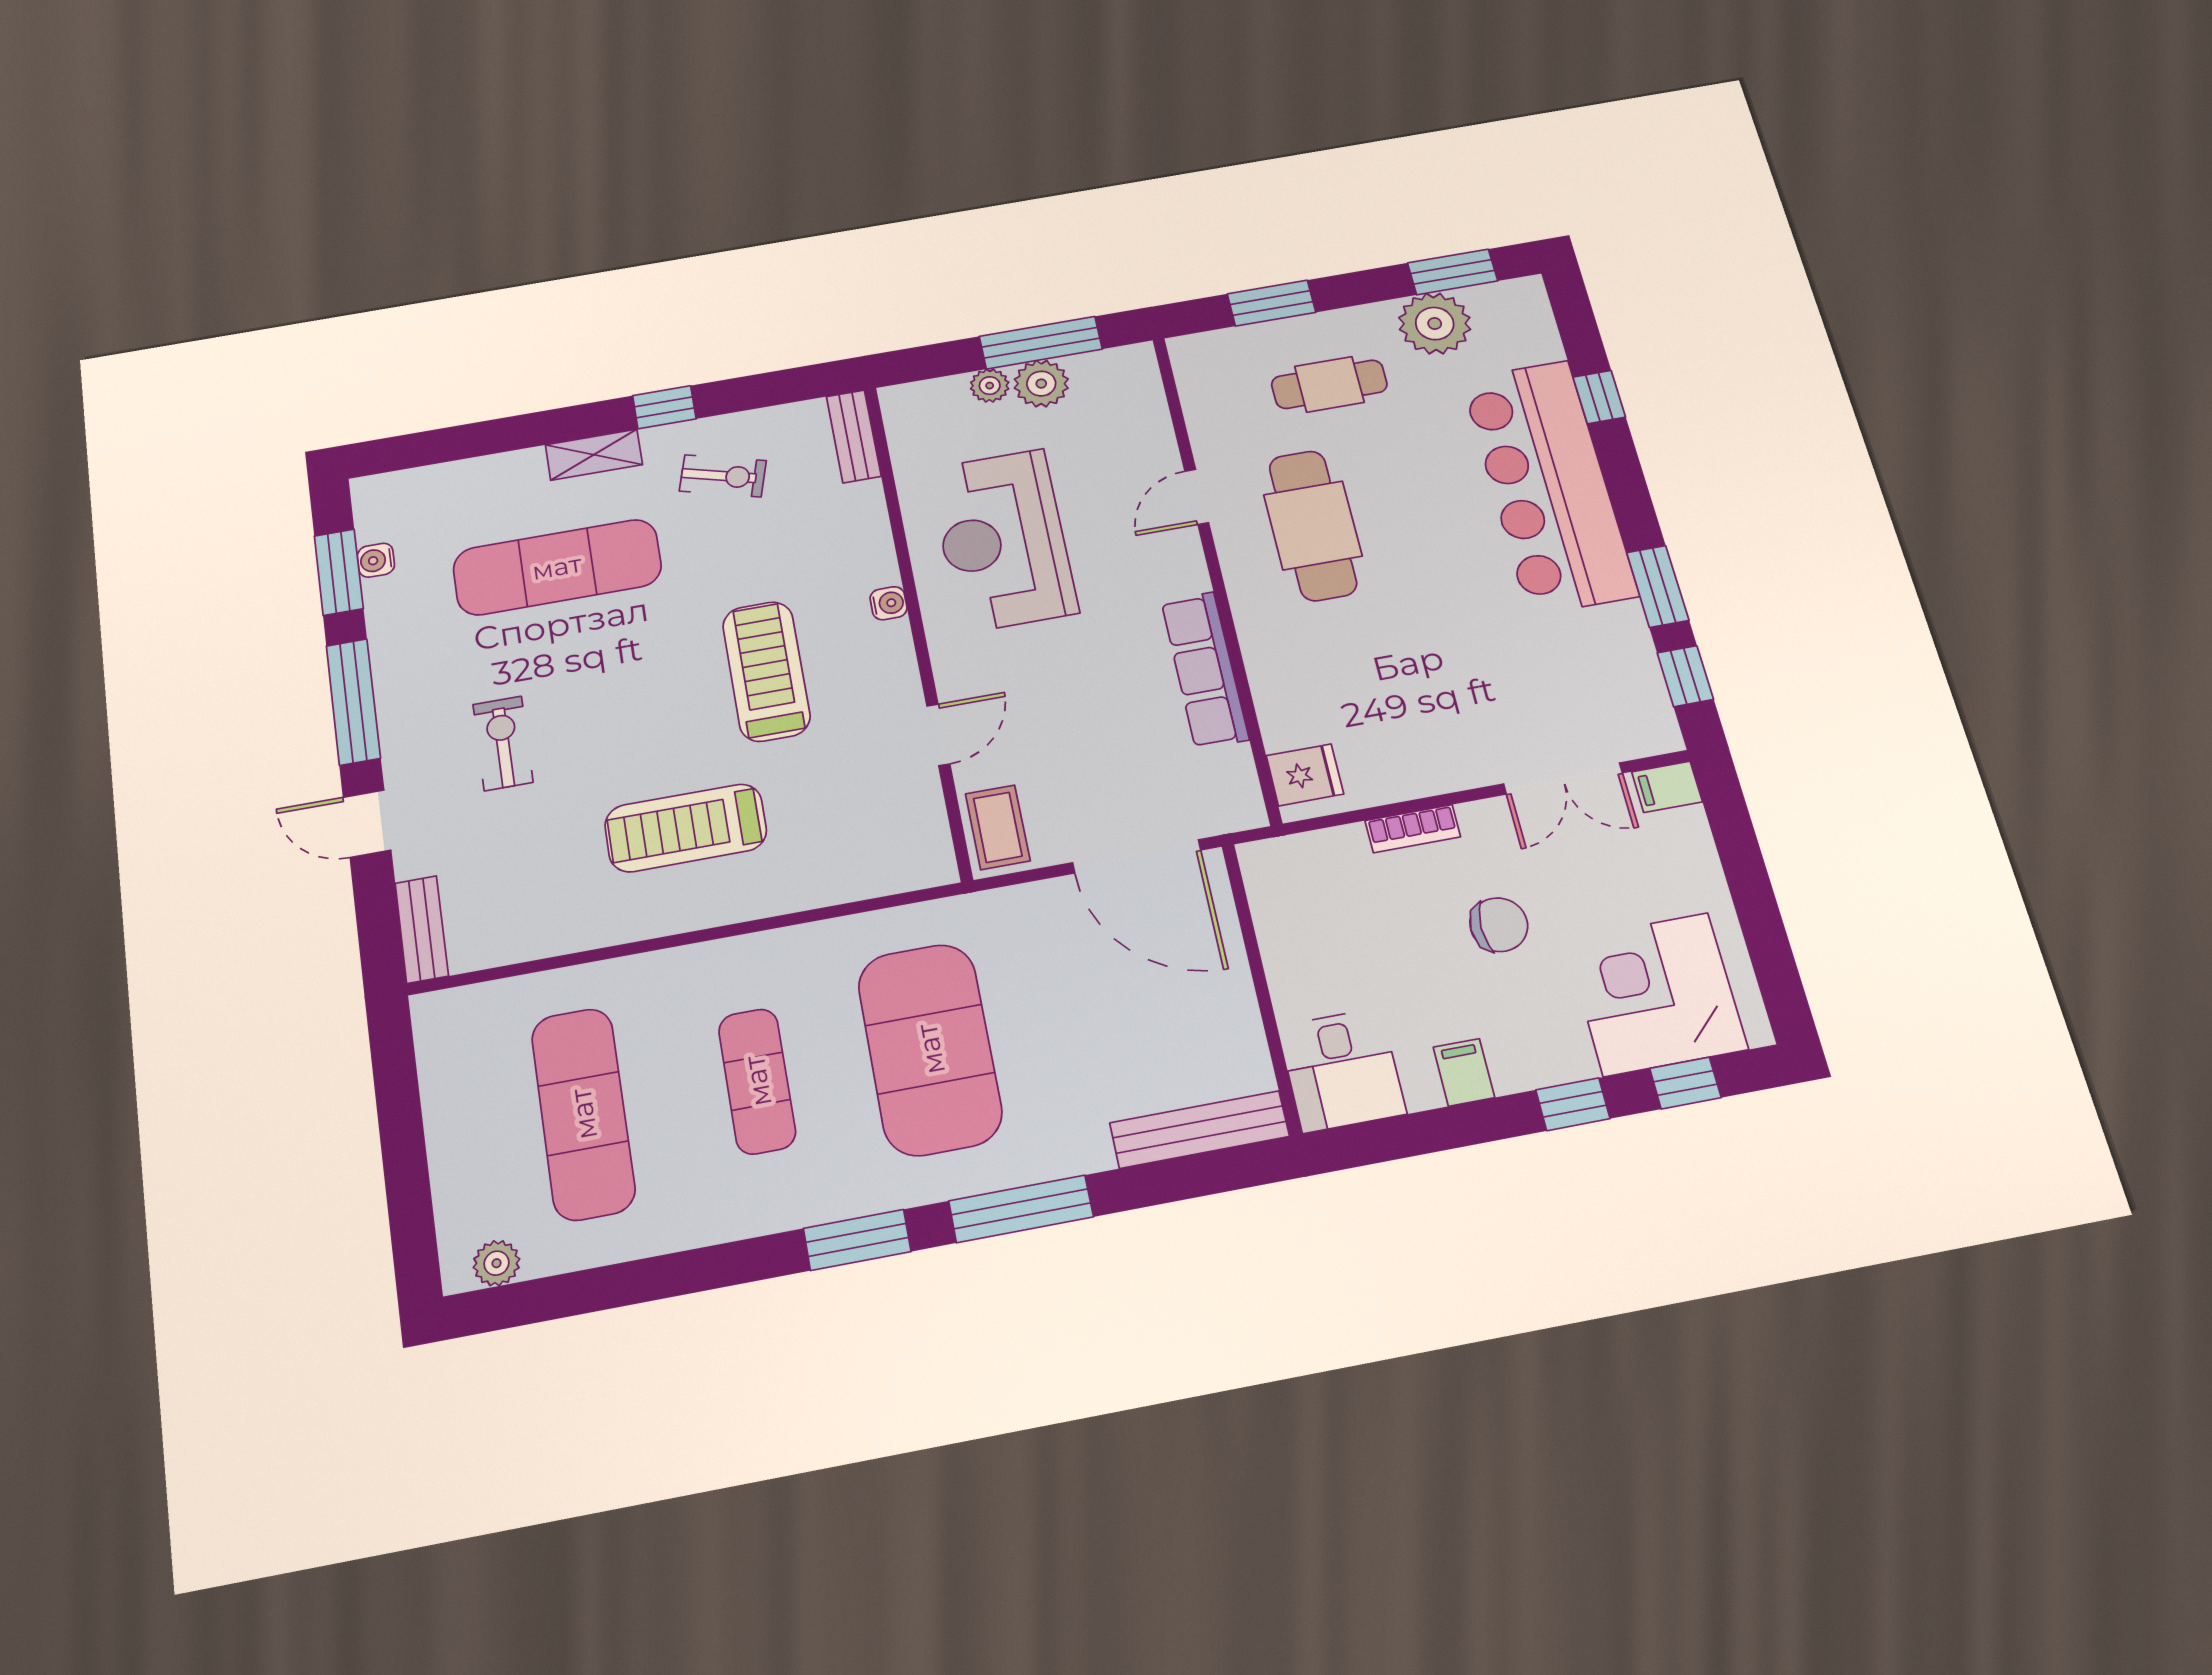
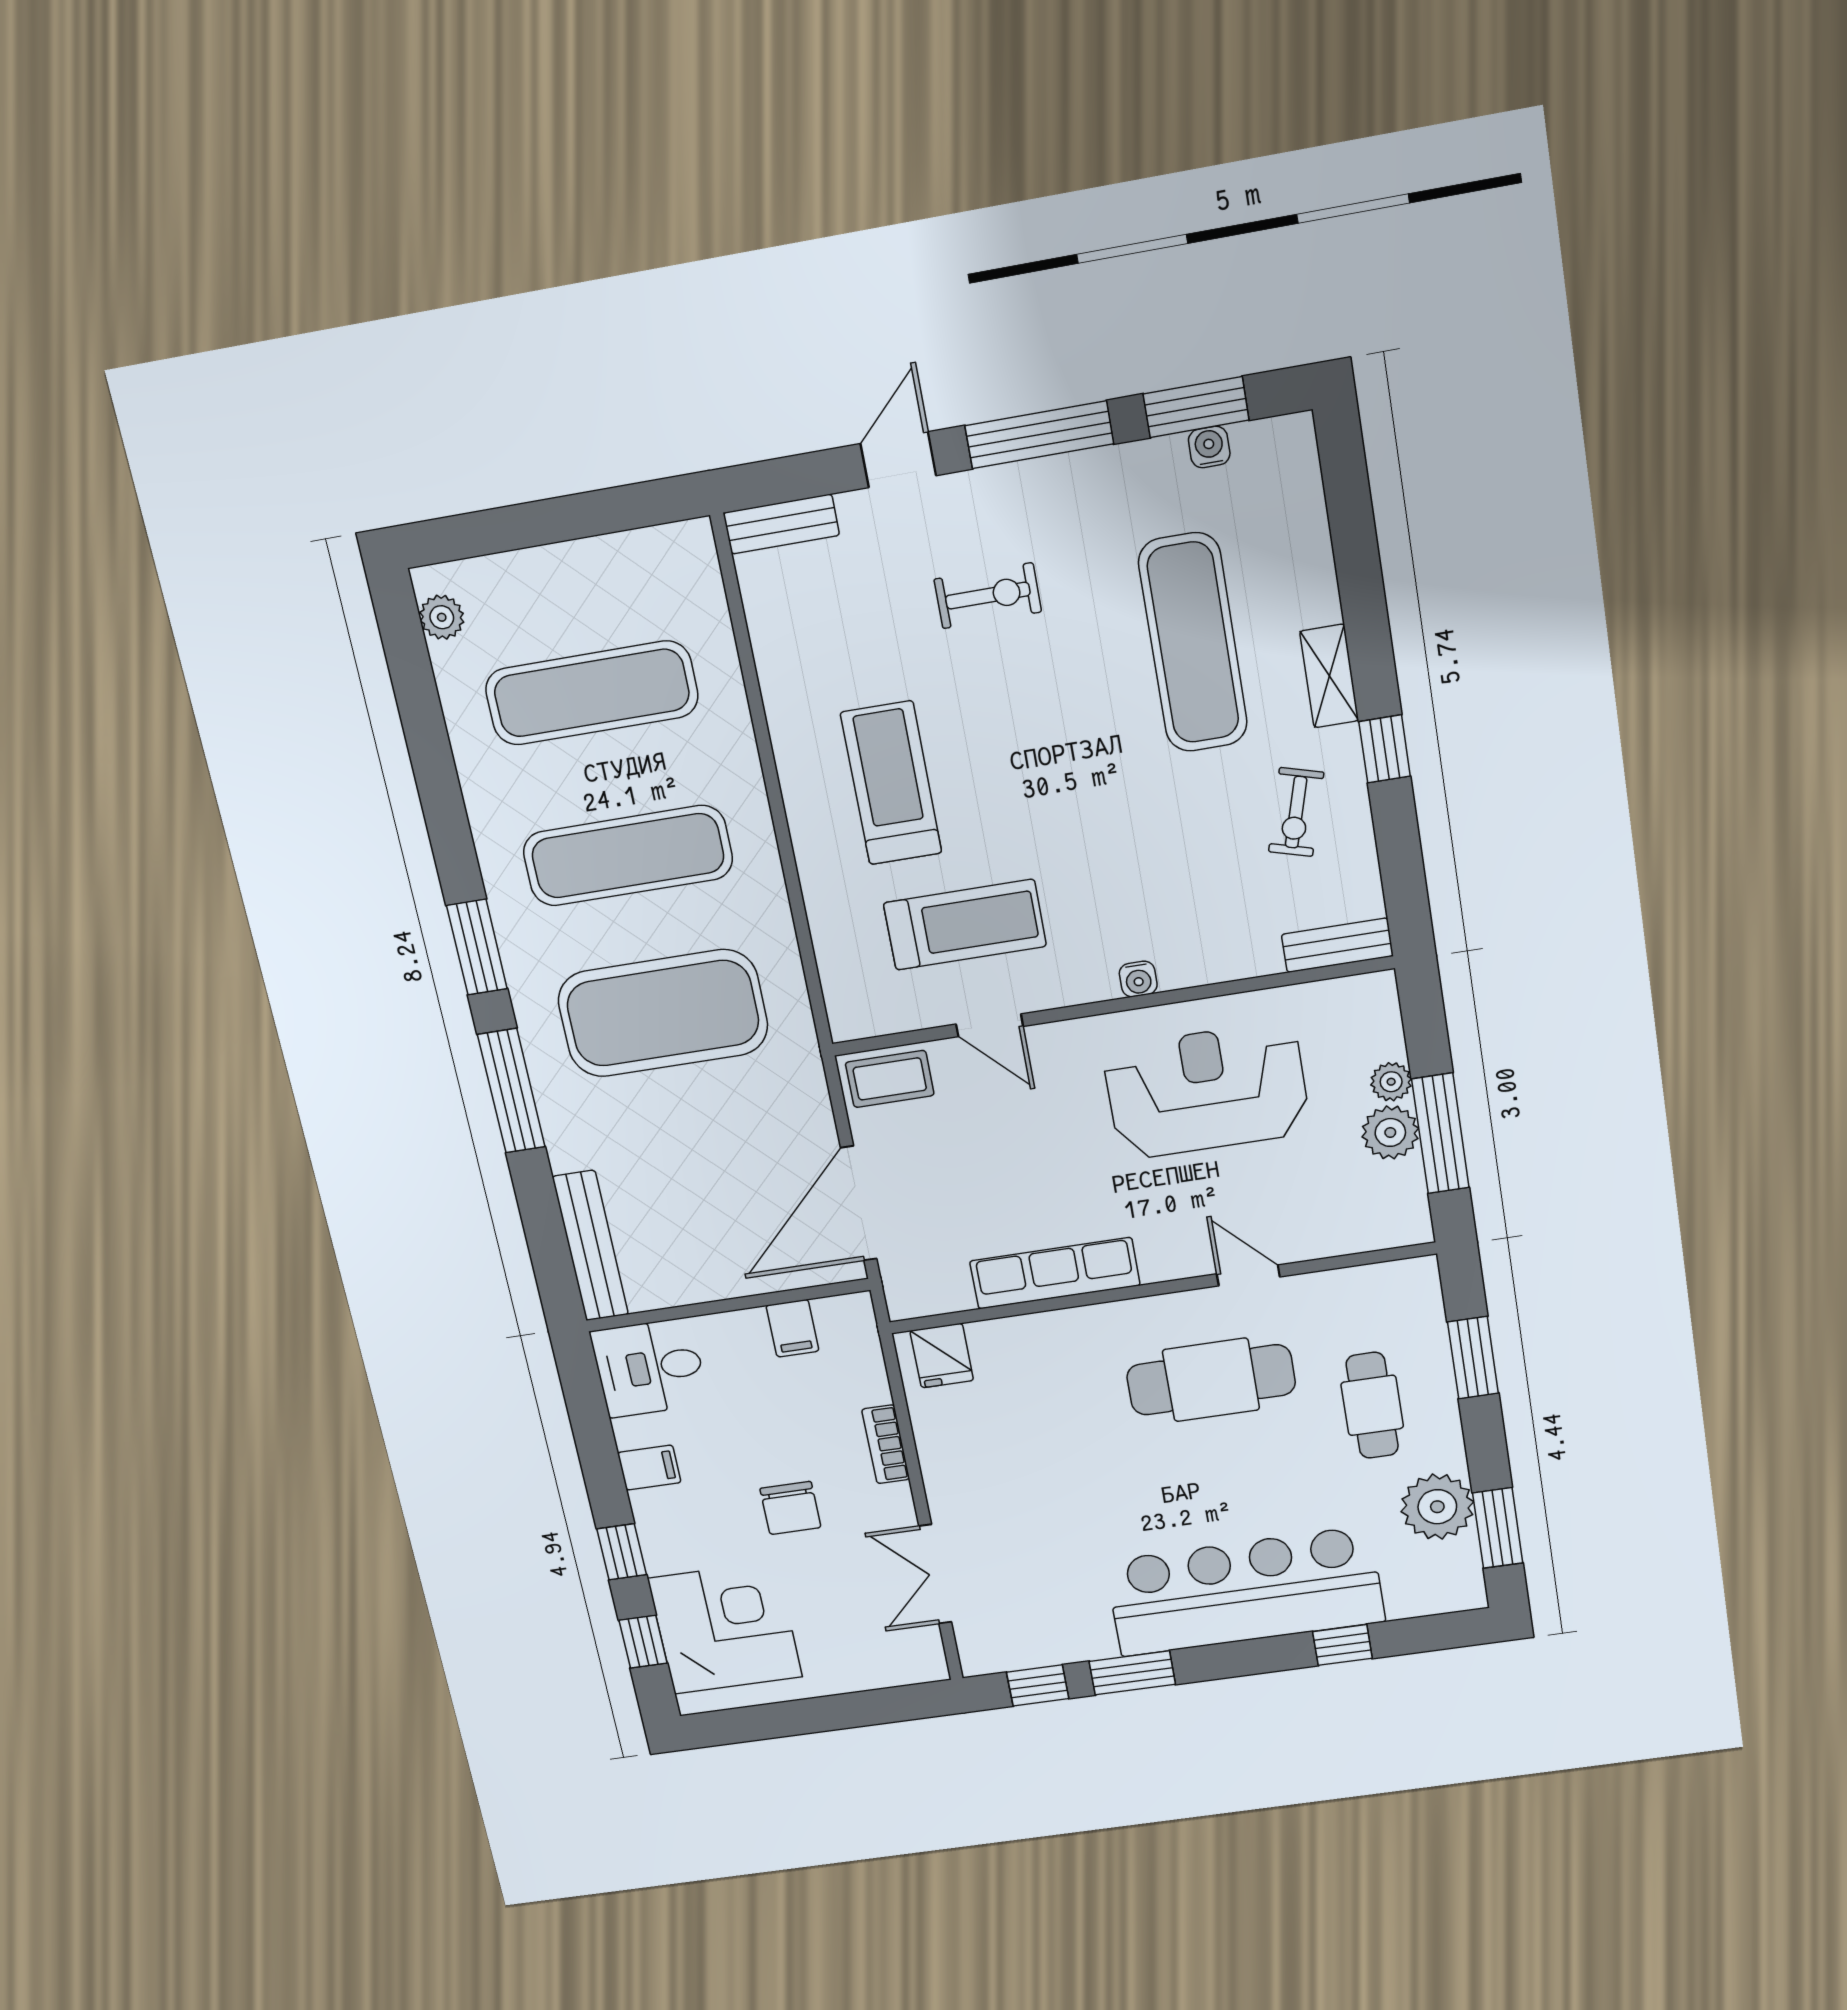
treadmill: (766, 671) -> (965, 925), moved
filing cabinet: (1667, 787) -> (792, 1328), moved, turned 180
exercise mat: (757, 1081) -> (628, 856), width x1.36, depth x1.45

